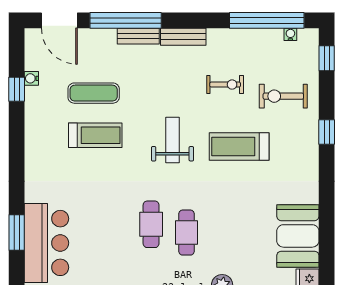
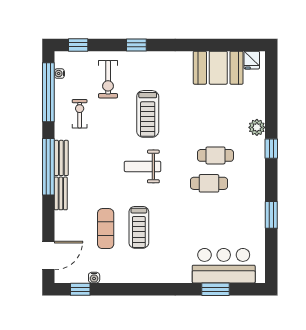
window: (126, 20) -> (48, 167), moved
exercise bike: (225, 85) -> (80, 114), moved
window: (17, 89) -> (80, 289), moved
treadmill: (95, 135) -> (139, 227), turned 180

